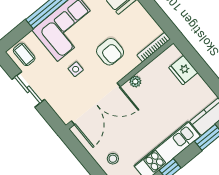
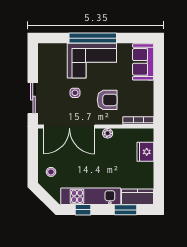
armchair: (110, 52) -> (107, 100), turned -90
coffee table: (24, 54) -> (49, 55), removed
sliding door: (28, 89) -> (33, 98), moved

